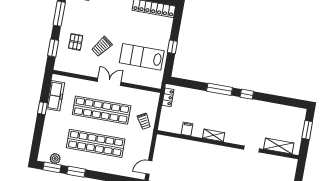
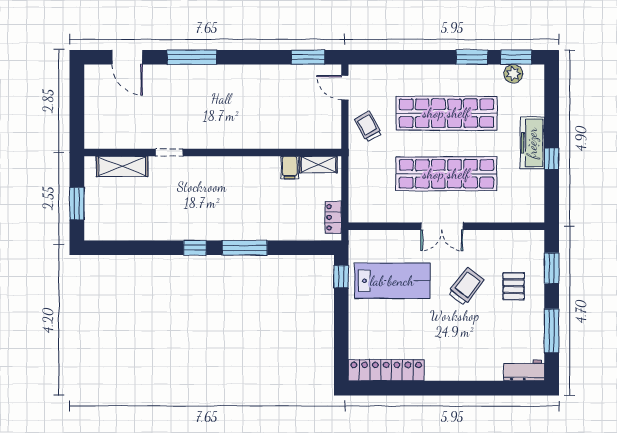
window: (172, 47) -> (341, 277), moved
freezer: (55, 96) -> (532, 143), moved
trolley: (144, 121) -> (368, 127), moved
shelving: (214, 135) -> (318, 165), moved
door: (149, 167) -> (345, 88), swing flipped

